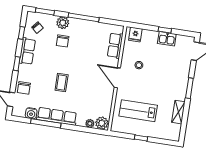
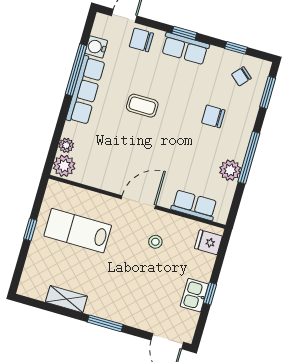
plant: (63, 23) -> (230, 170), moved
row of seats: (27, 51) -> (185, 49), moved
lab bench: (138, 111) -> (78, 231), turned -90

